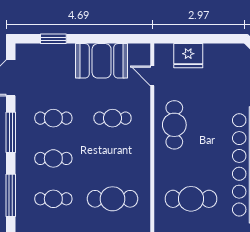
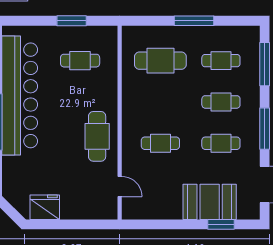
fridge: (188, 56) -> (45, 207), moved
booth: (102, 61) -> (210, 202), moved
cafe table: (191, 199) -> (80, 61), width x0.73, depth x0.74

